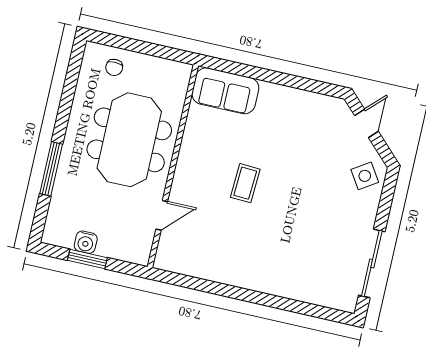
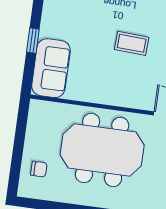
window: (258, 73) -> (33, 41), added

